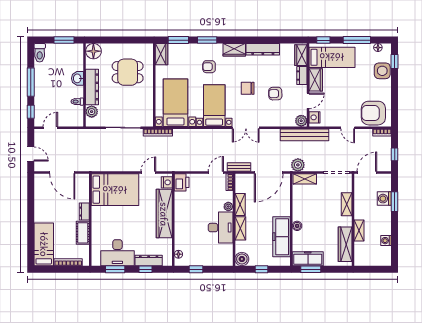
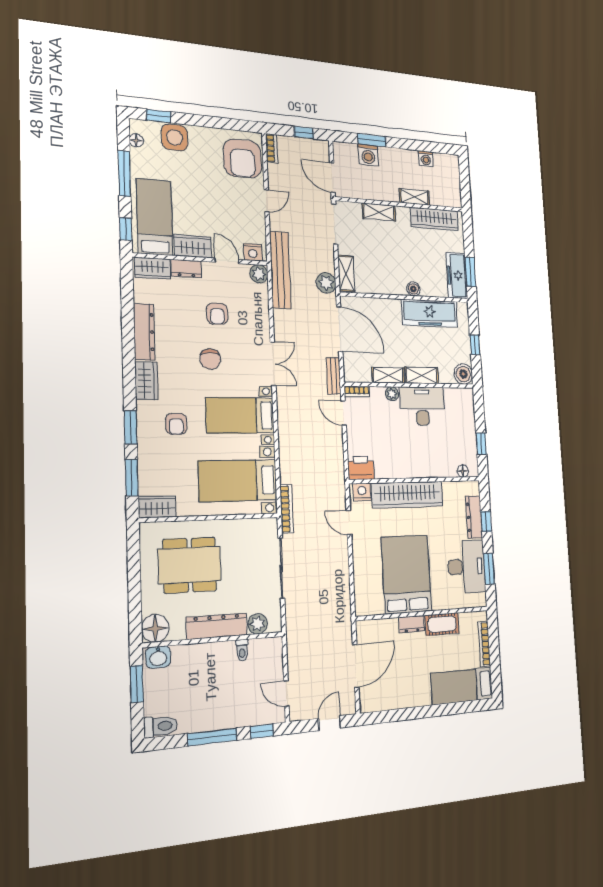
dining table: (128, 72) -> (190, 565), width x1.38
washbasin: (78, 78) -> (158, 657), moved
bed: (115, 190) -> (406, 574), moved

